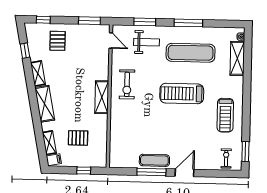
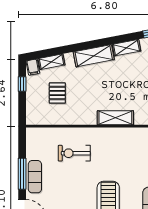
exercise bike: (127, 84) -> (74, 153), moved
shelving: (102, 97) -> (115, 118), moved
window: (84, 170) -> (22, 84), moved

